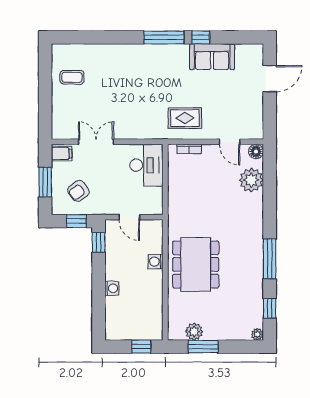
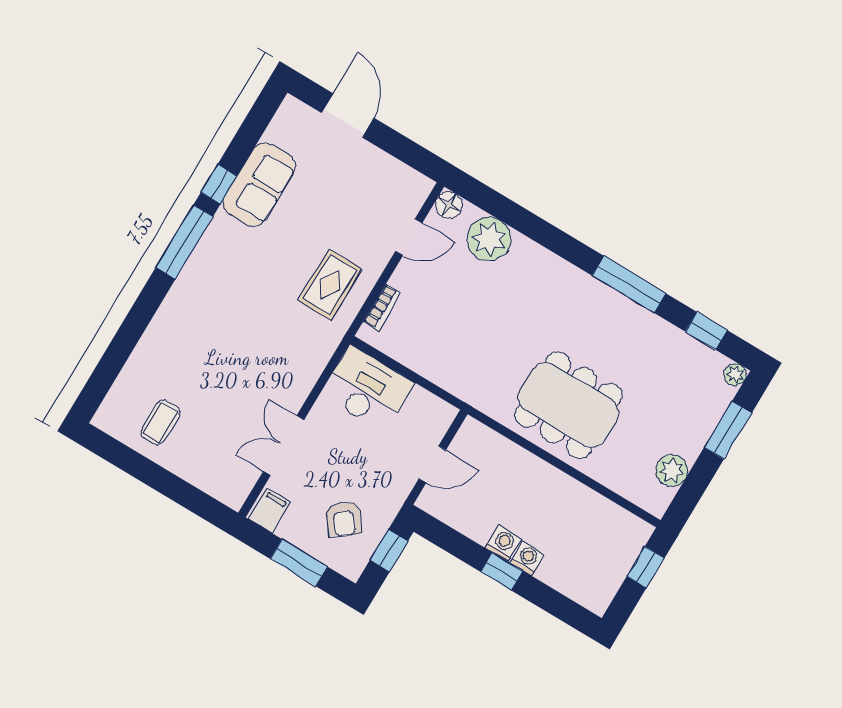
window: (99, 242) -> (502, 571), moved
washing machine: (156, 262) -> (503, 543), moved, turned 180
window: (203, 347) -> (728, 430), moved

